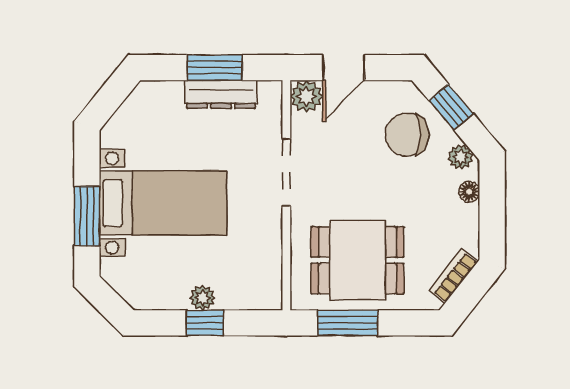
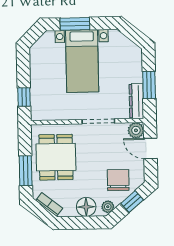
dresser: (221, 94) -> (136, 101), moved
floor lamp: (469, 192) -> (86, 207), width x1.89, depth x1.89
plant: (202, 298) -> (36, 81), removed
window: (205, 323) -> (24, 97), moved
window: (348, 323) -> (26, 171), moved

